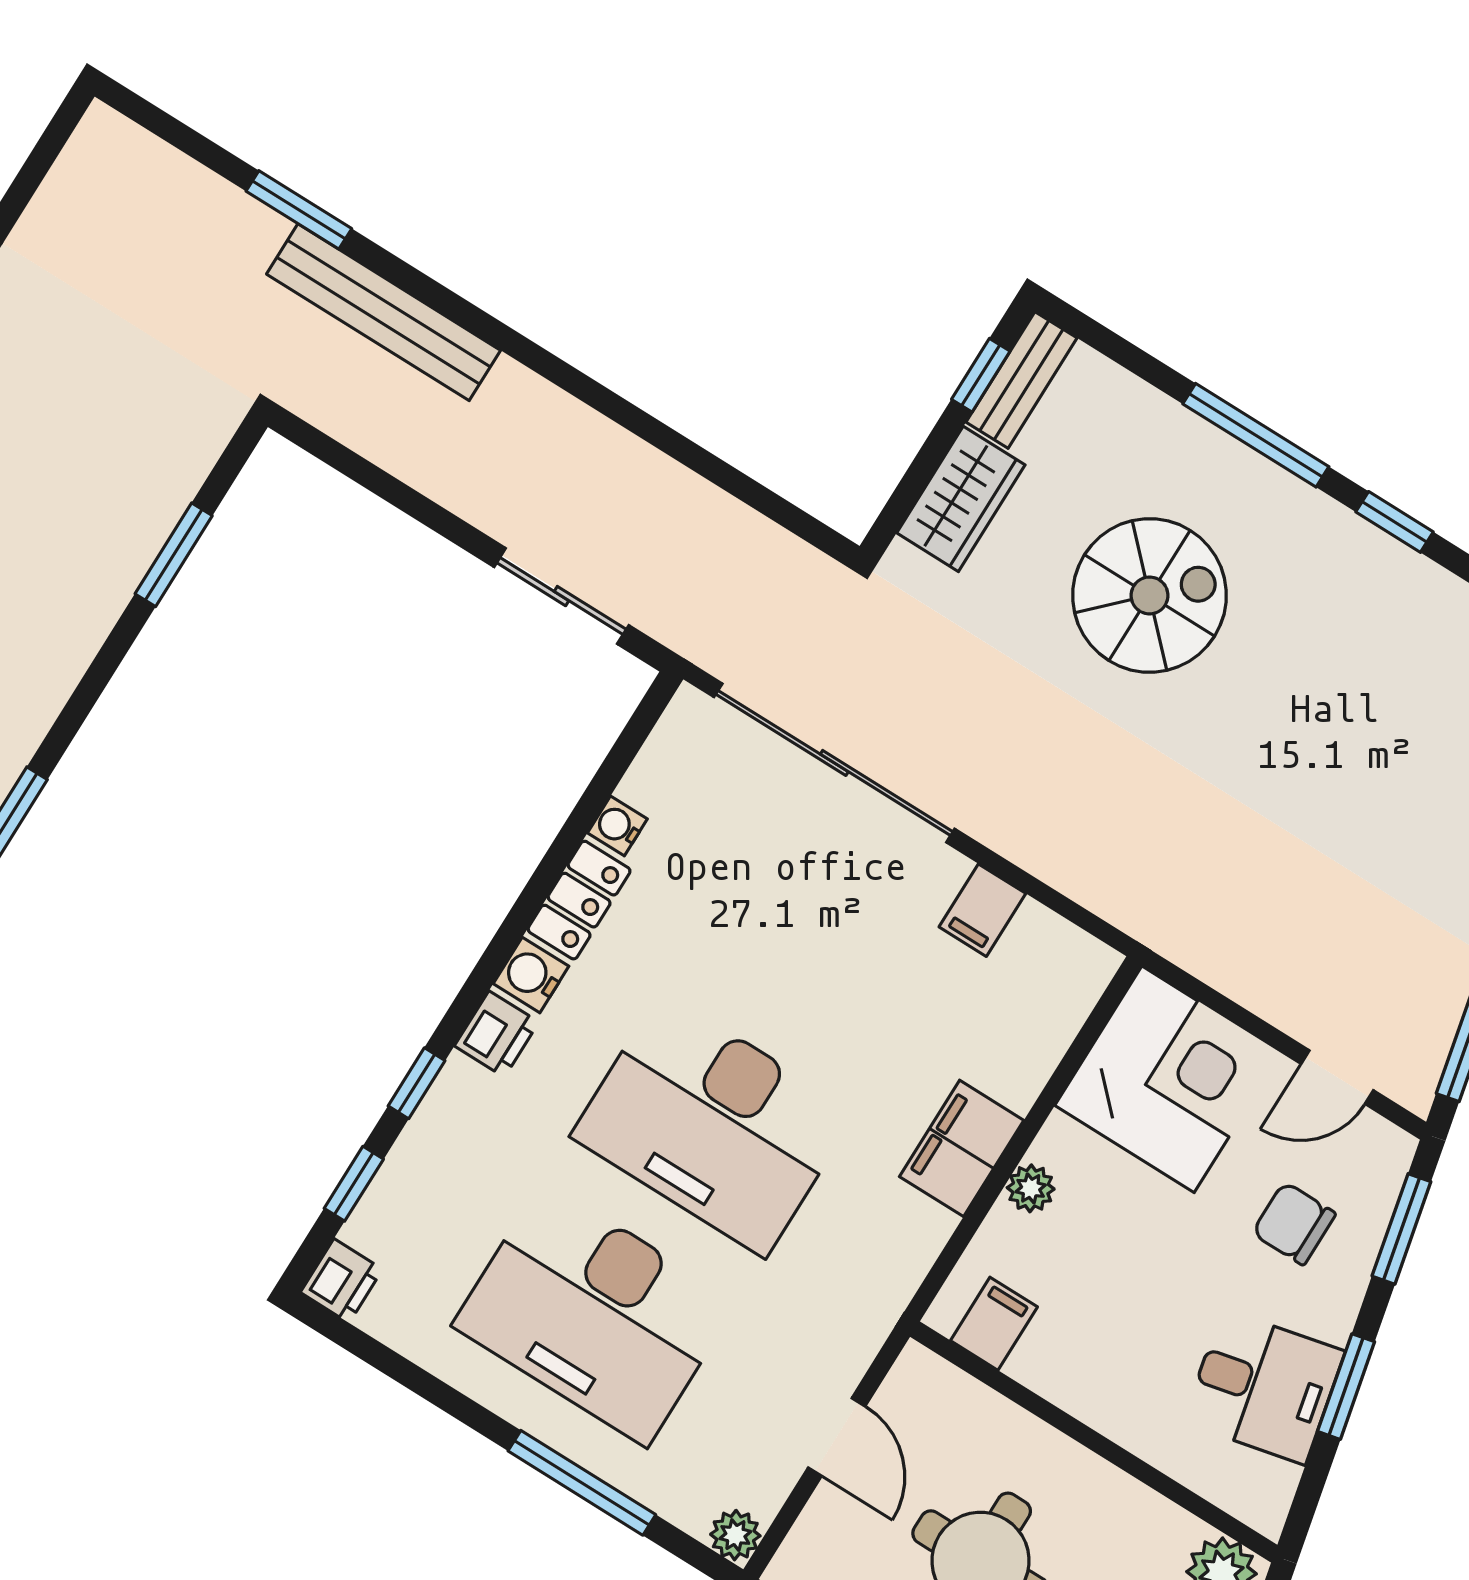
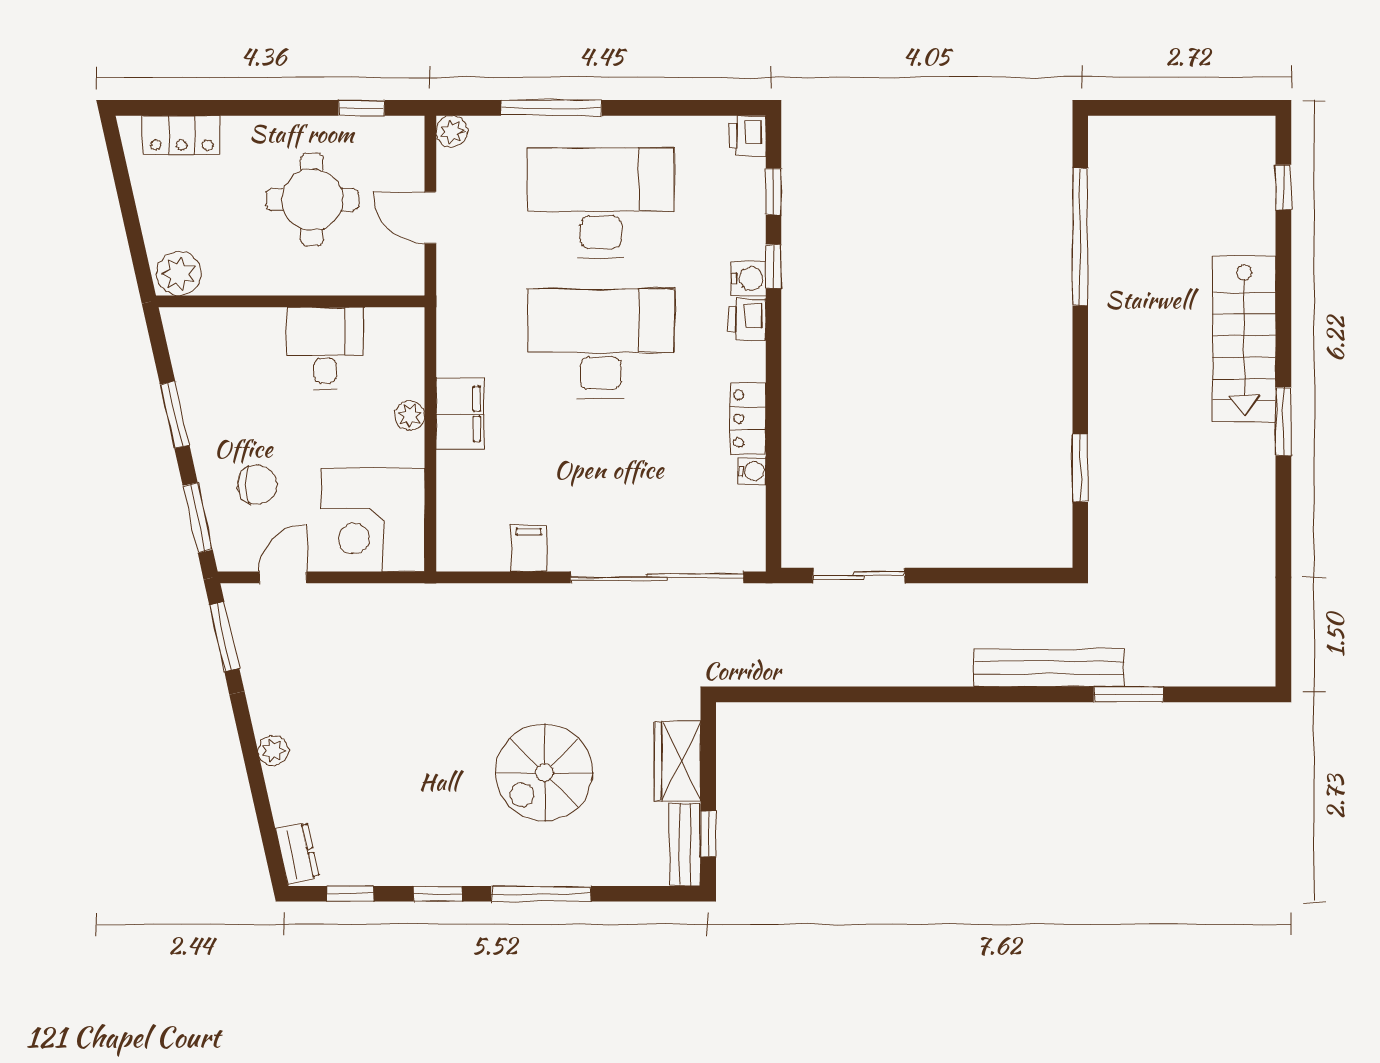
water cooler: (531, 975) -> (748, 279), moved
filing cabinet: (994, 1324) -> (384, 331), removed
desk: (1264, 1387) -> (325, 348), moved, turned 103

